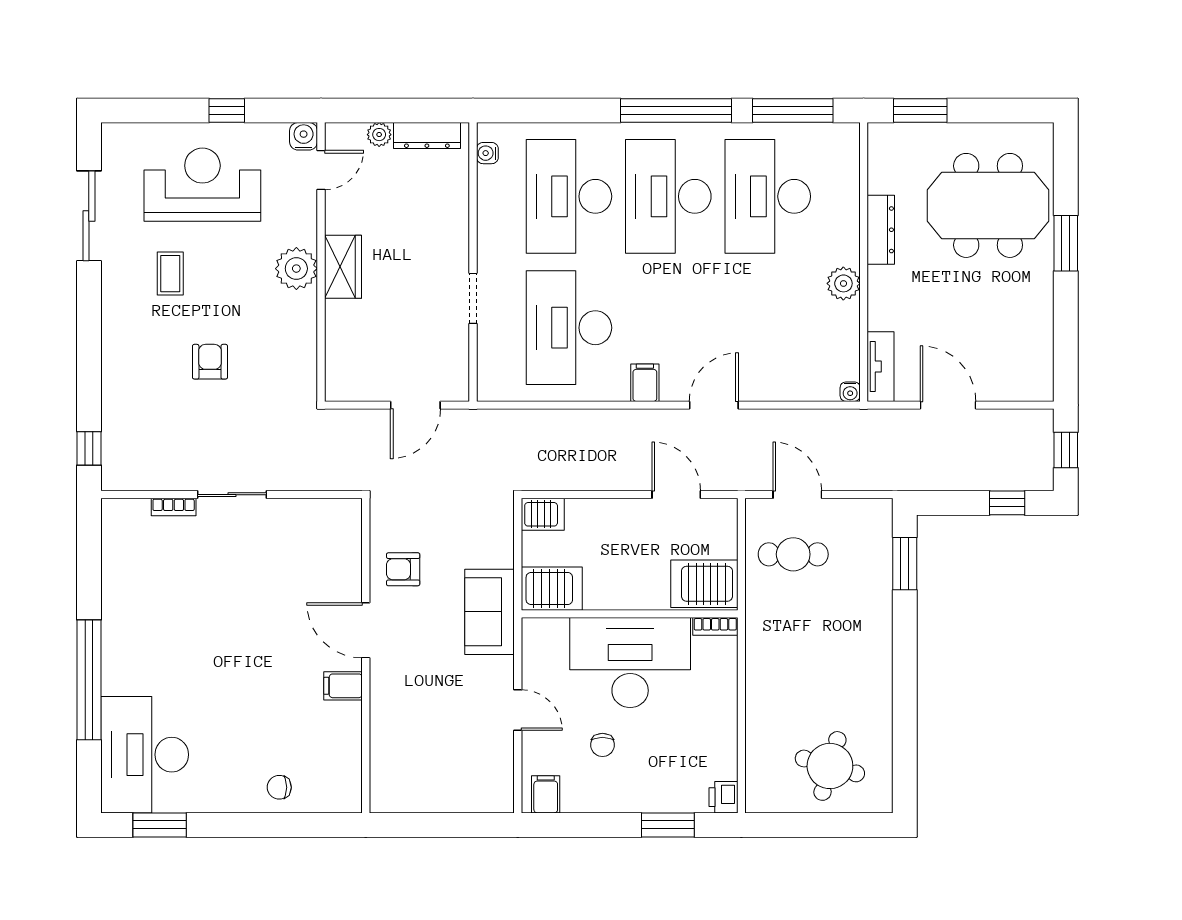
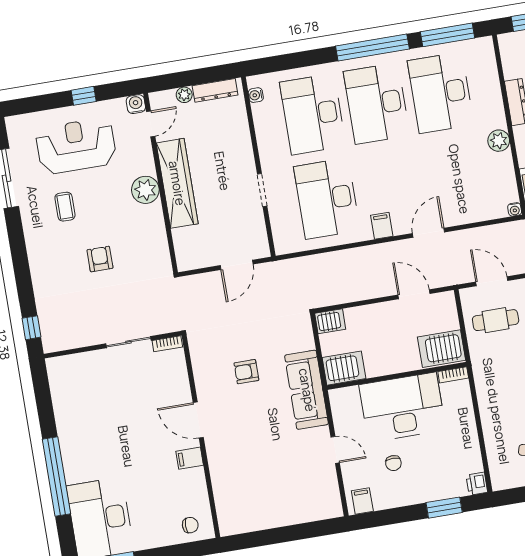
wardrobe: (343, 267) -> (177, 183), width x2.10, depth x1.17
bookcase: (174, 507) -> (167, 344), moved
sofa: (490, 612) -> (307, 390), width x1.36
door: (366, 630) -> (198, 420), moved
wall: (366, 656) -> (201, 436), moved
filing cabinet: (343, 686) -> (190, 458), moved
chair: (279, 787) -> (190, 525), turned 180

